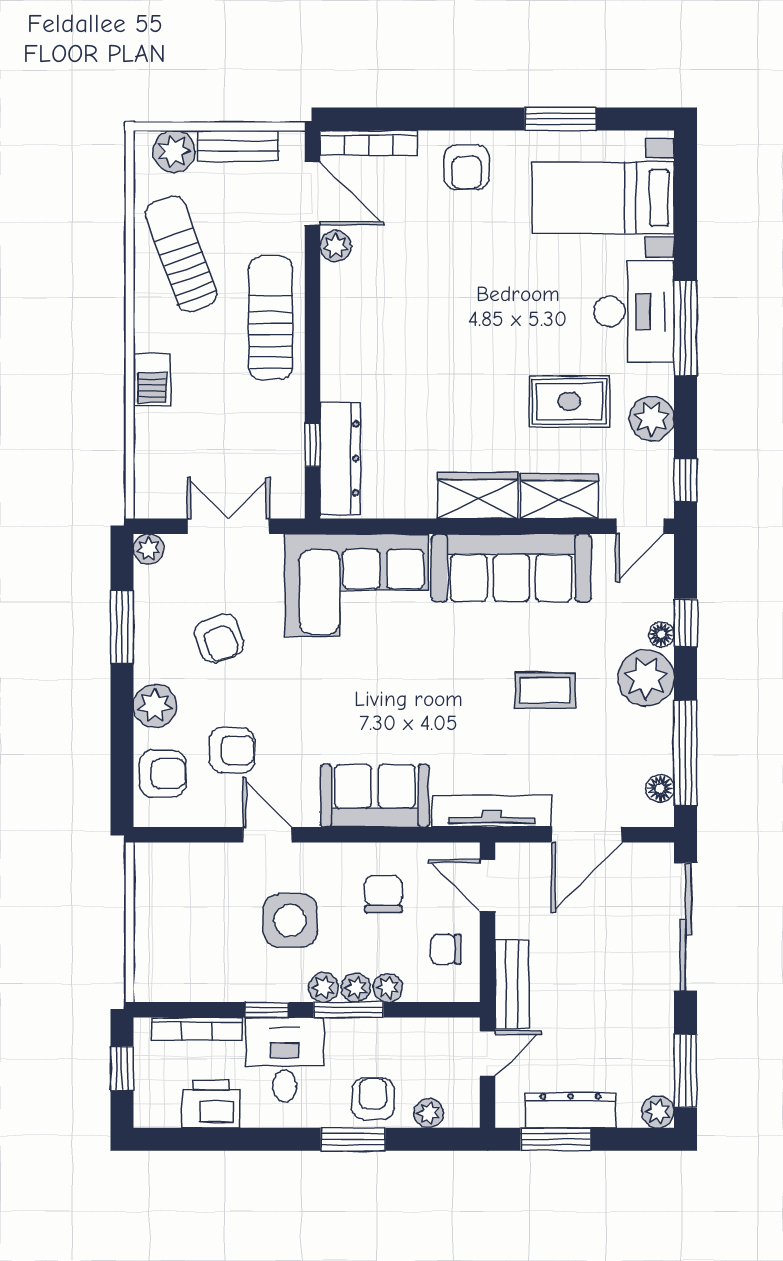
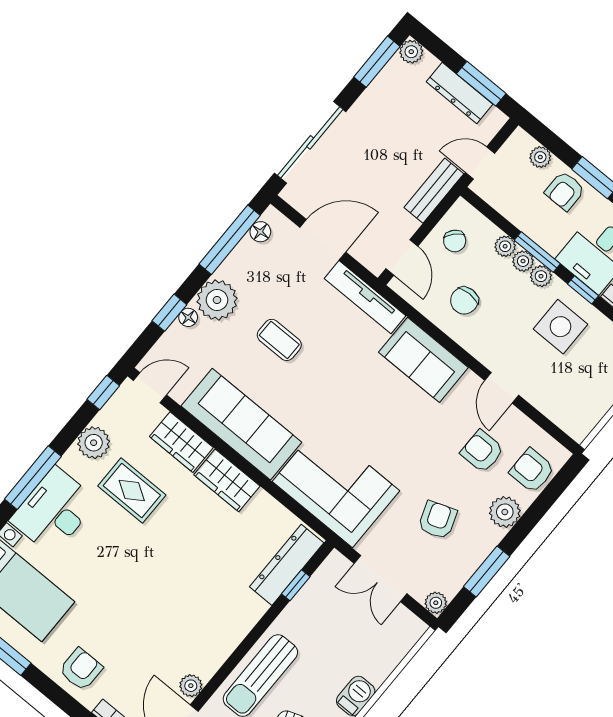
side table: (290, 920) -> (560, 327), moved
chair: (446, 949) -> (455, 241), turned 43

